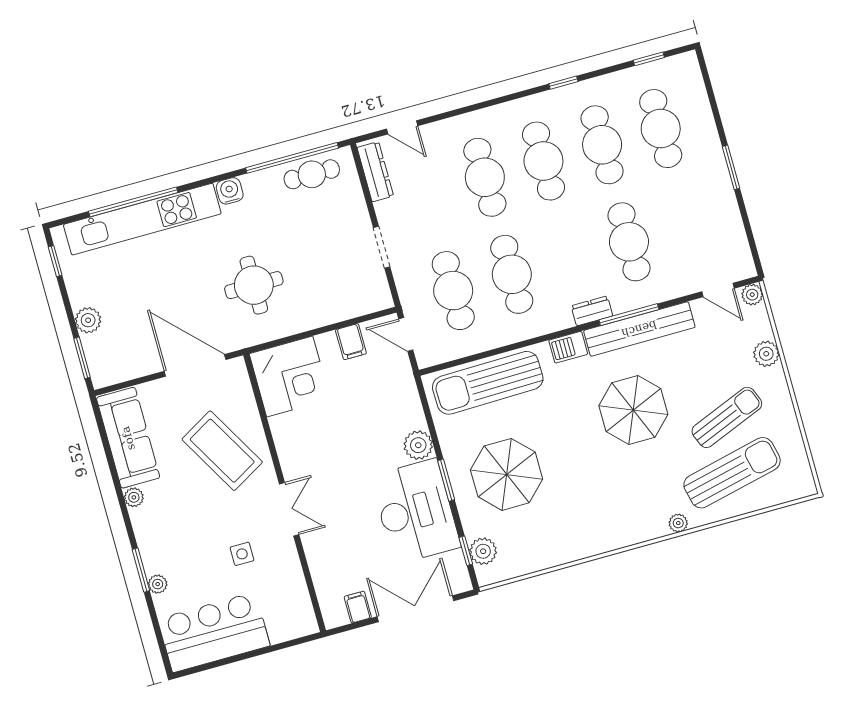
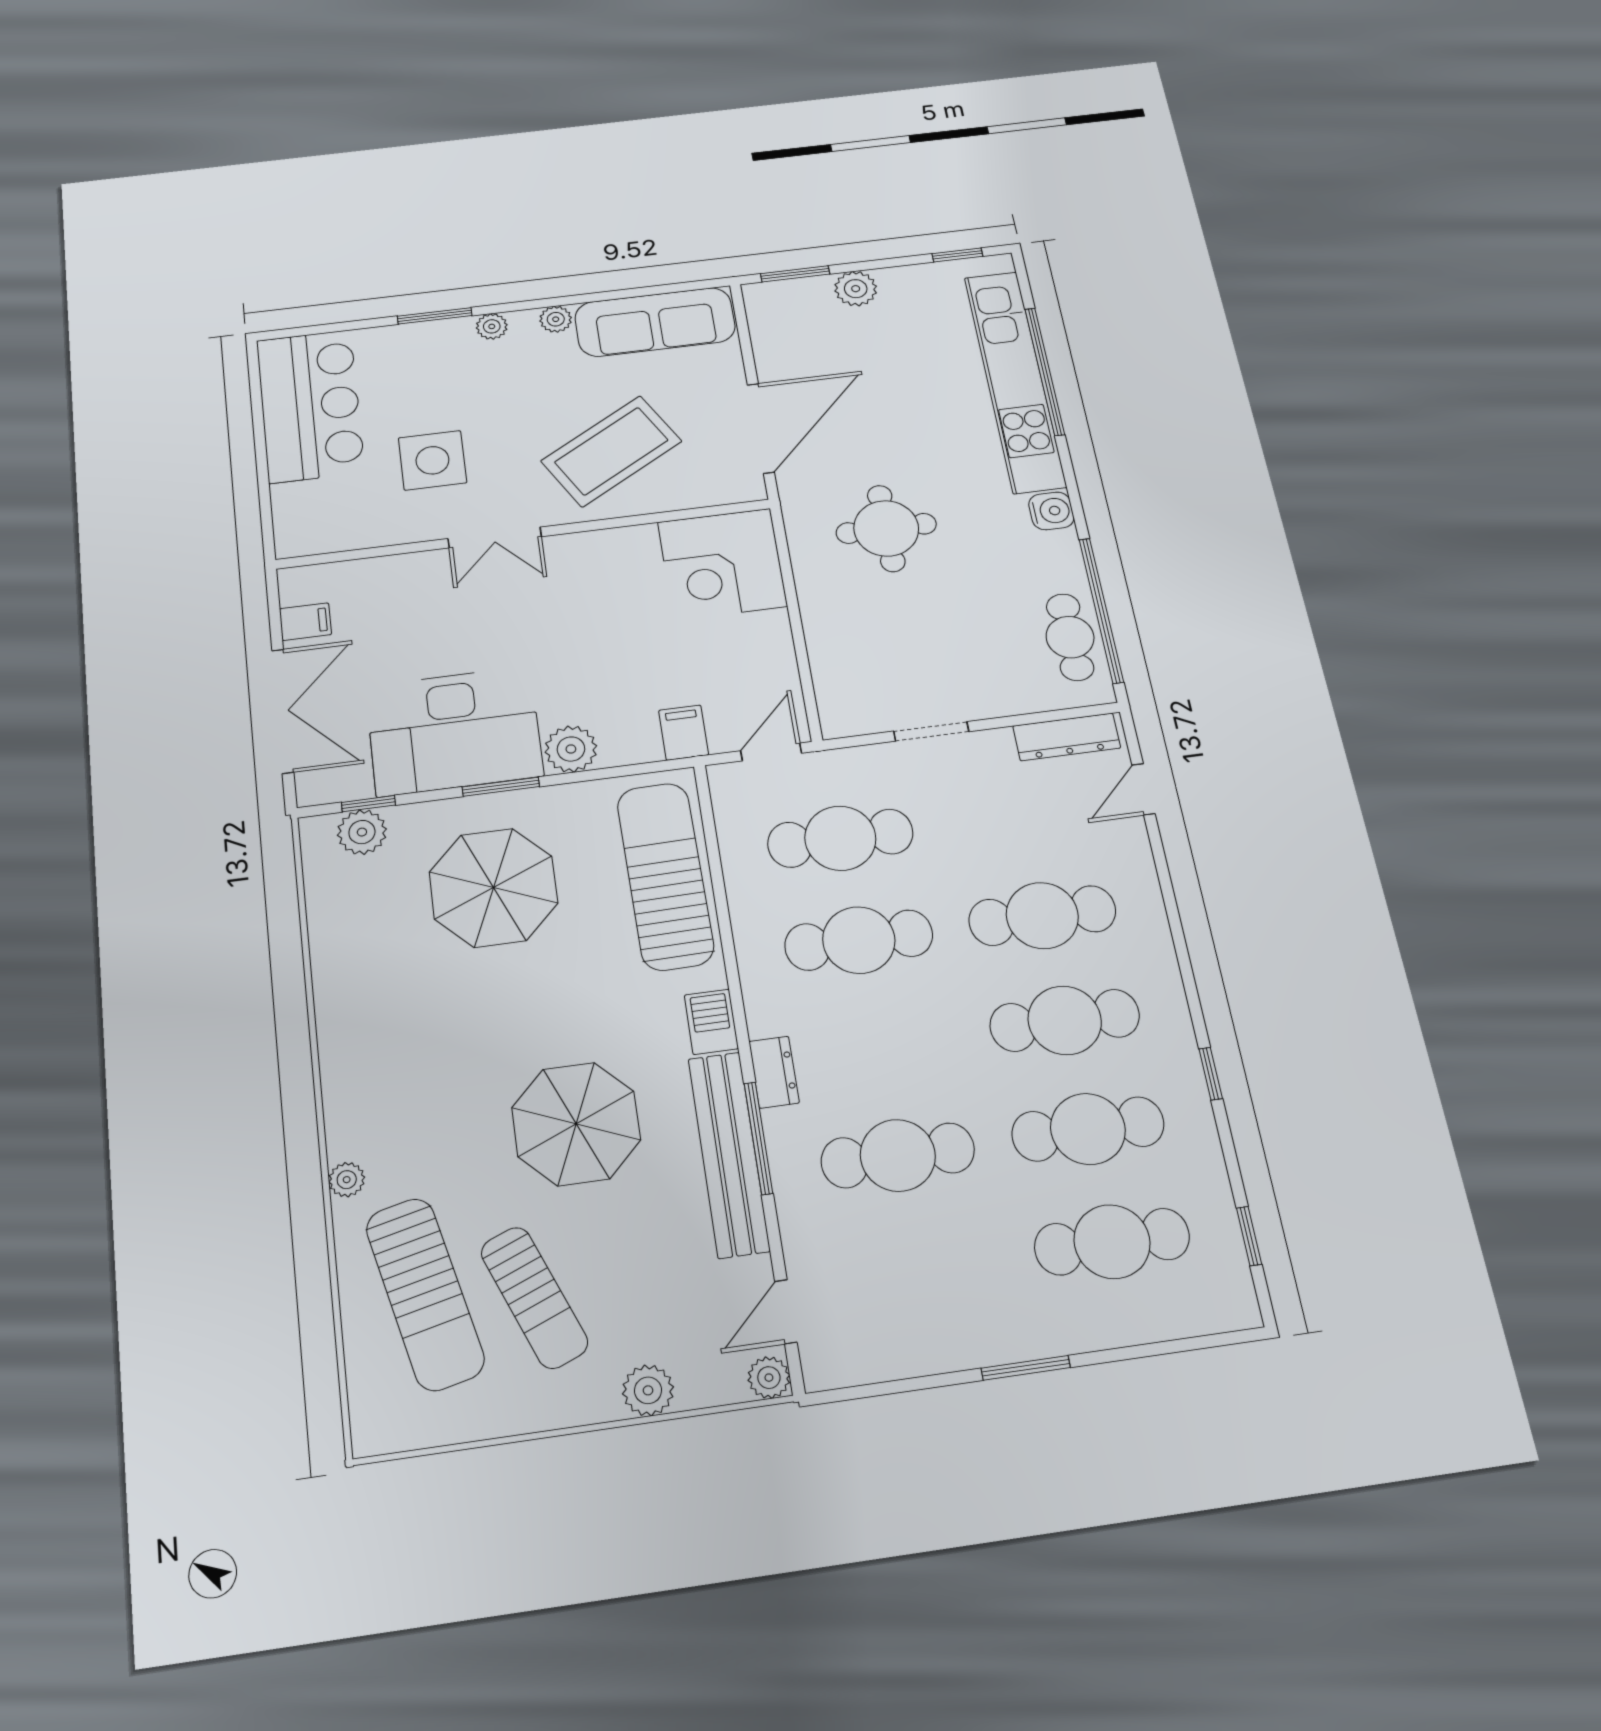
filing cabinet: (351, 342) -> (684, 733), moved, turned 90
side table: (242, 554) -> (432, 460), width x1.87, depth x1.87
plant: (158, 584) -> (492, 326), moved

